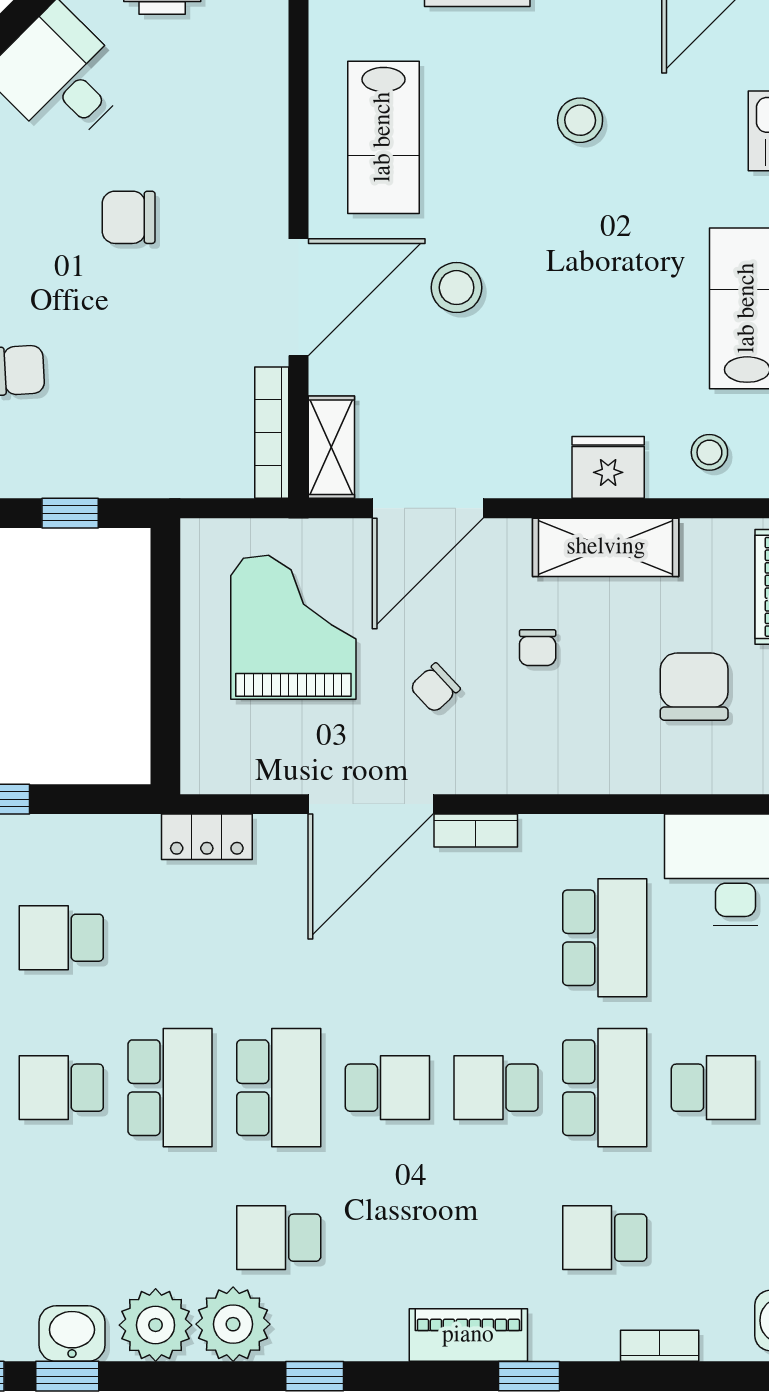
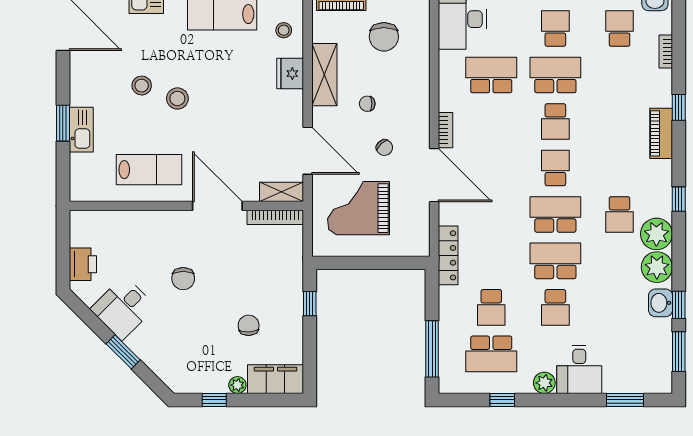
stool: (457, 288) -> (177, 98), moved
chair: (538, 648) -> (367, 104), turned 180
chair: (694, 687) -> (384, 37), turned -90
locker: (207, 837) -> (448, 255), width x1.53
school desk: (605, 1238) -> (620, 29), moved, turned 180

